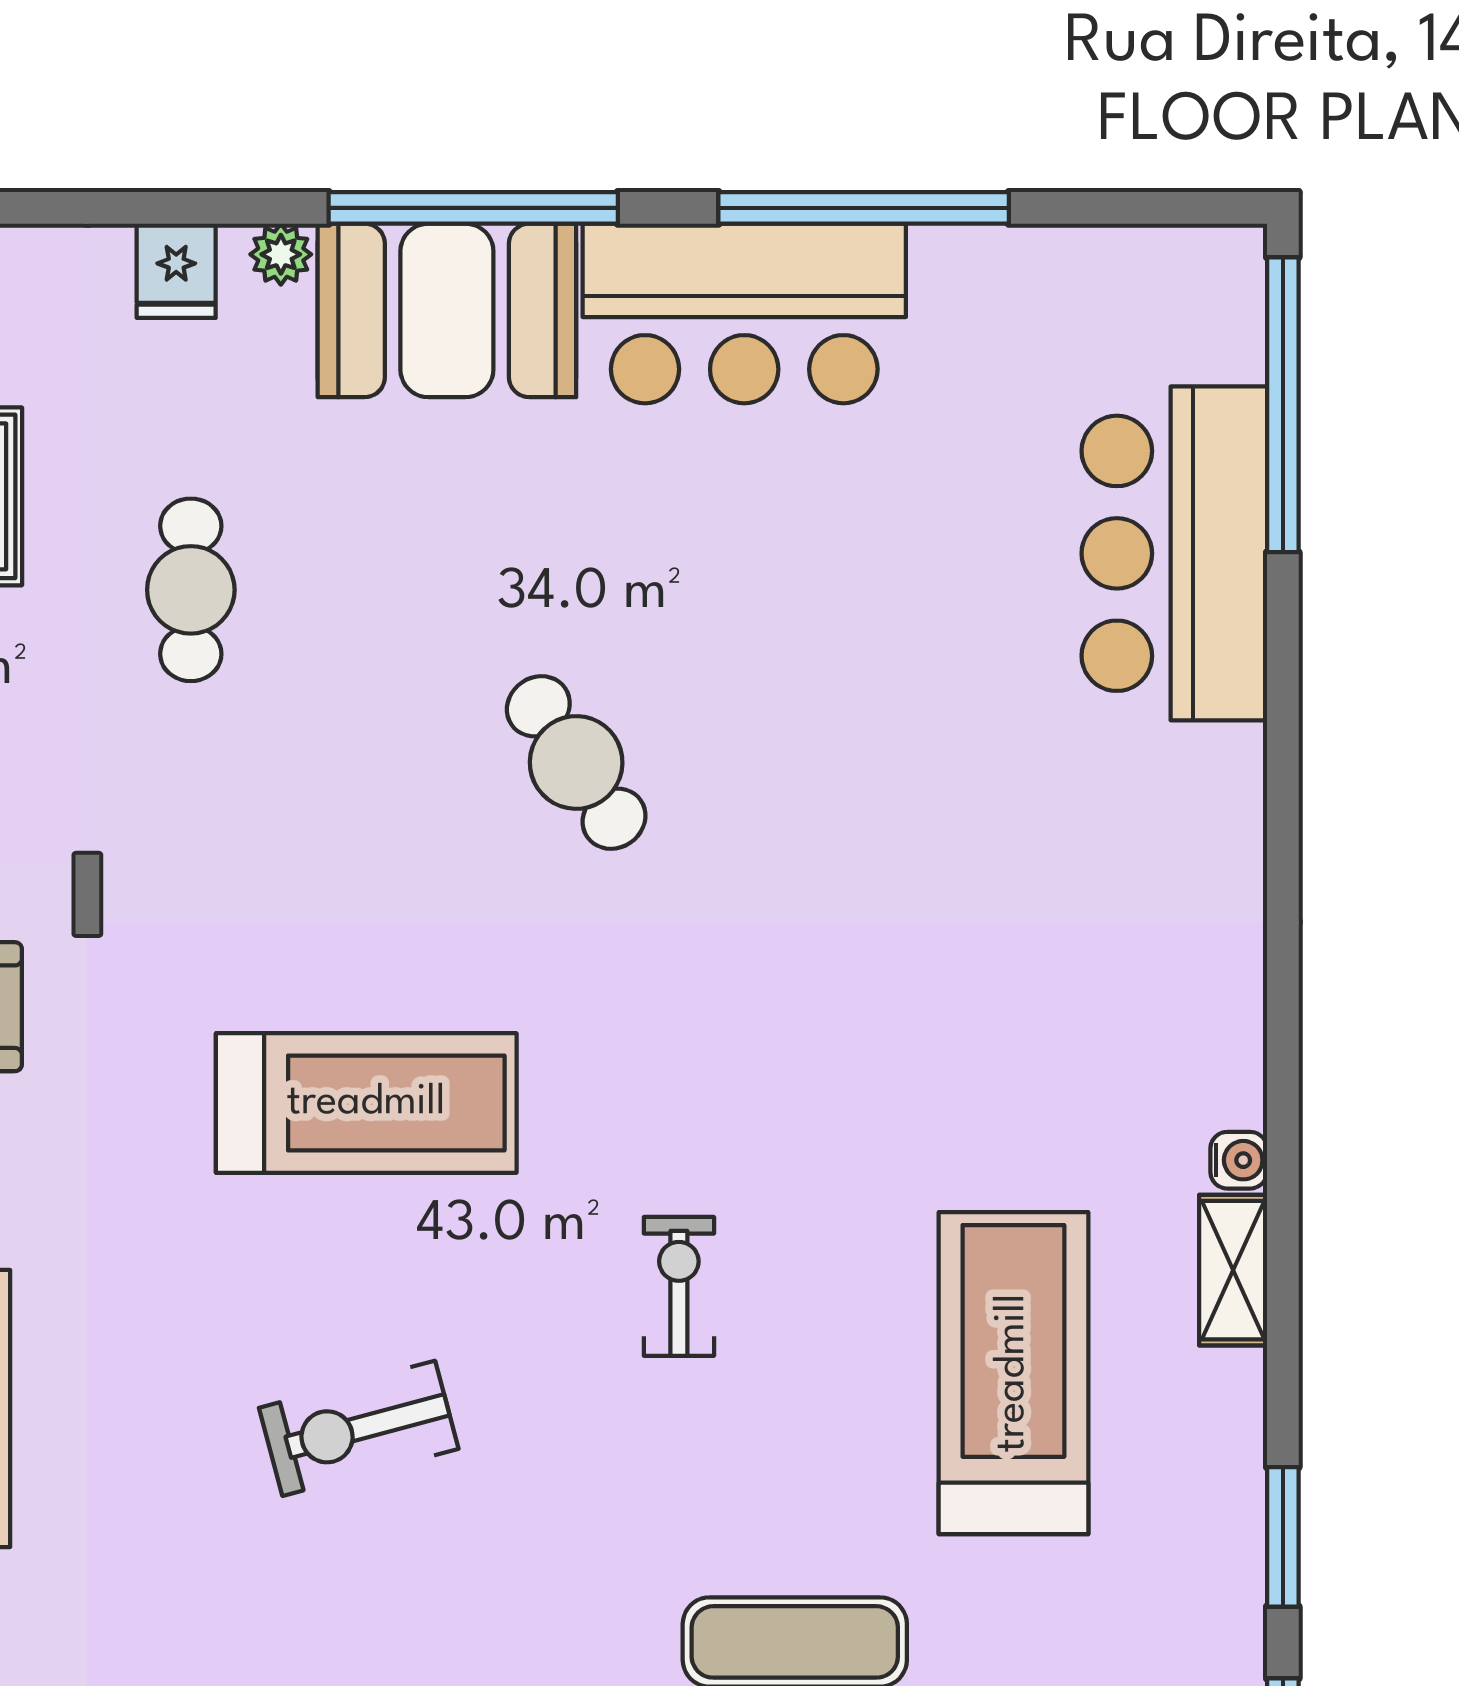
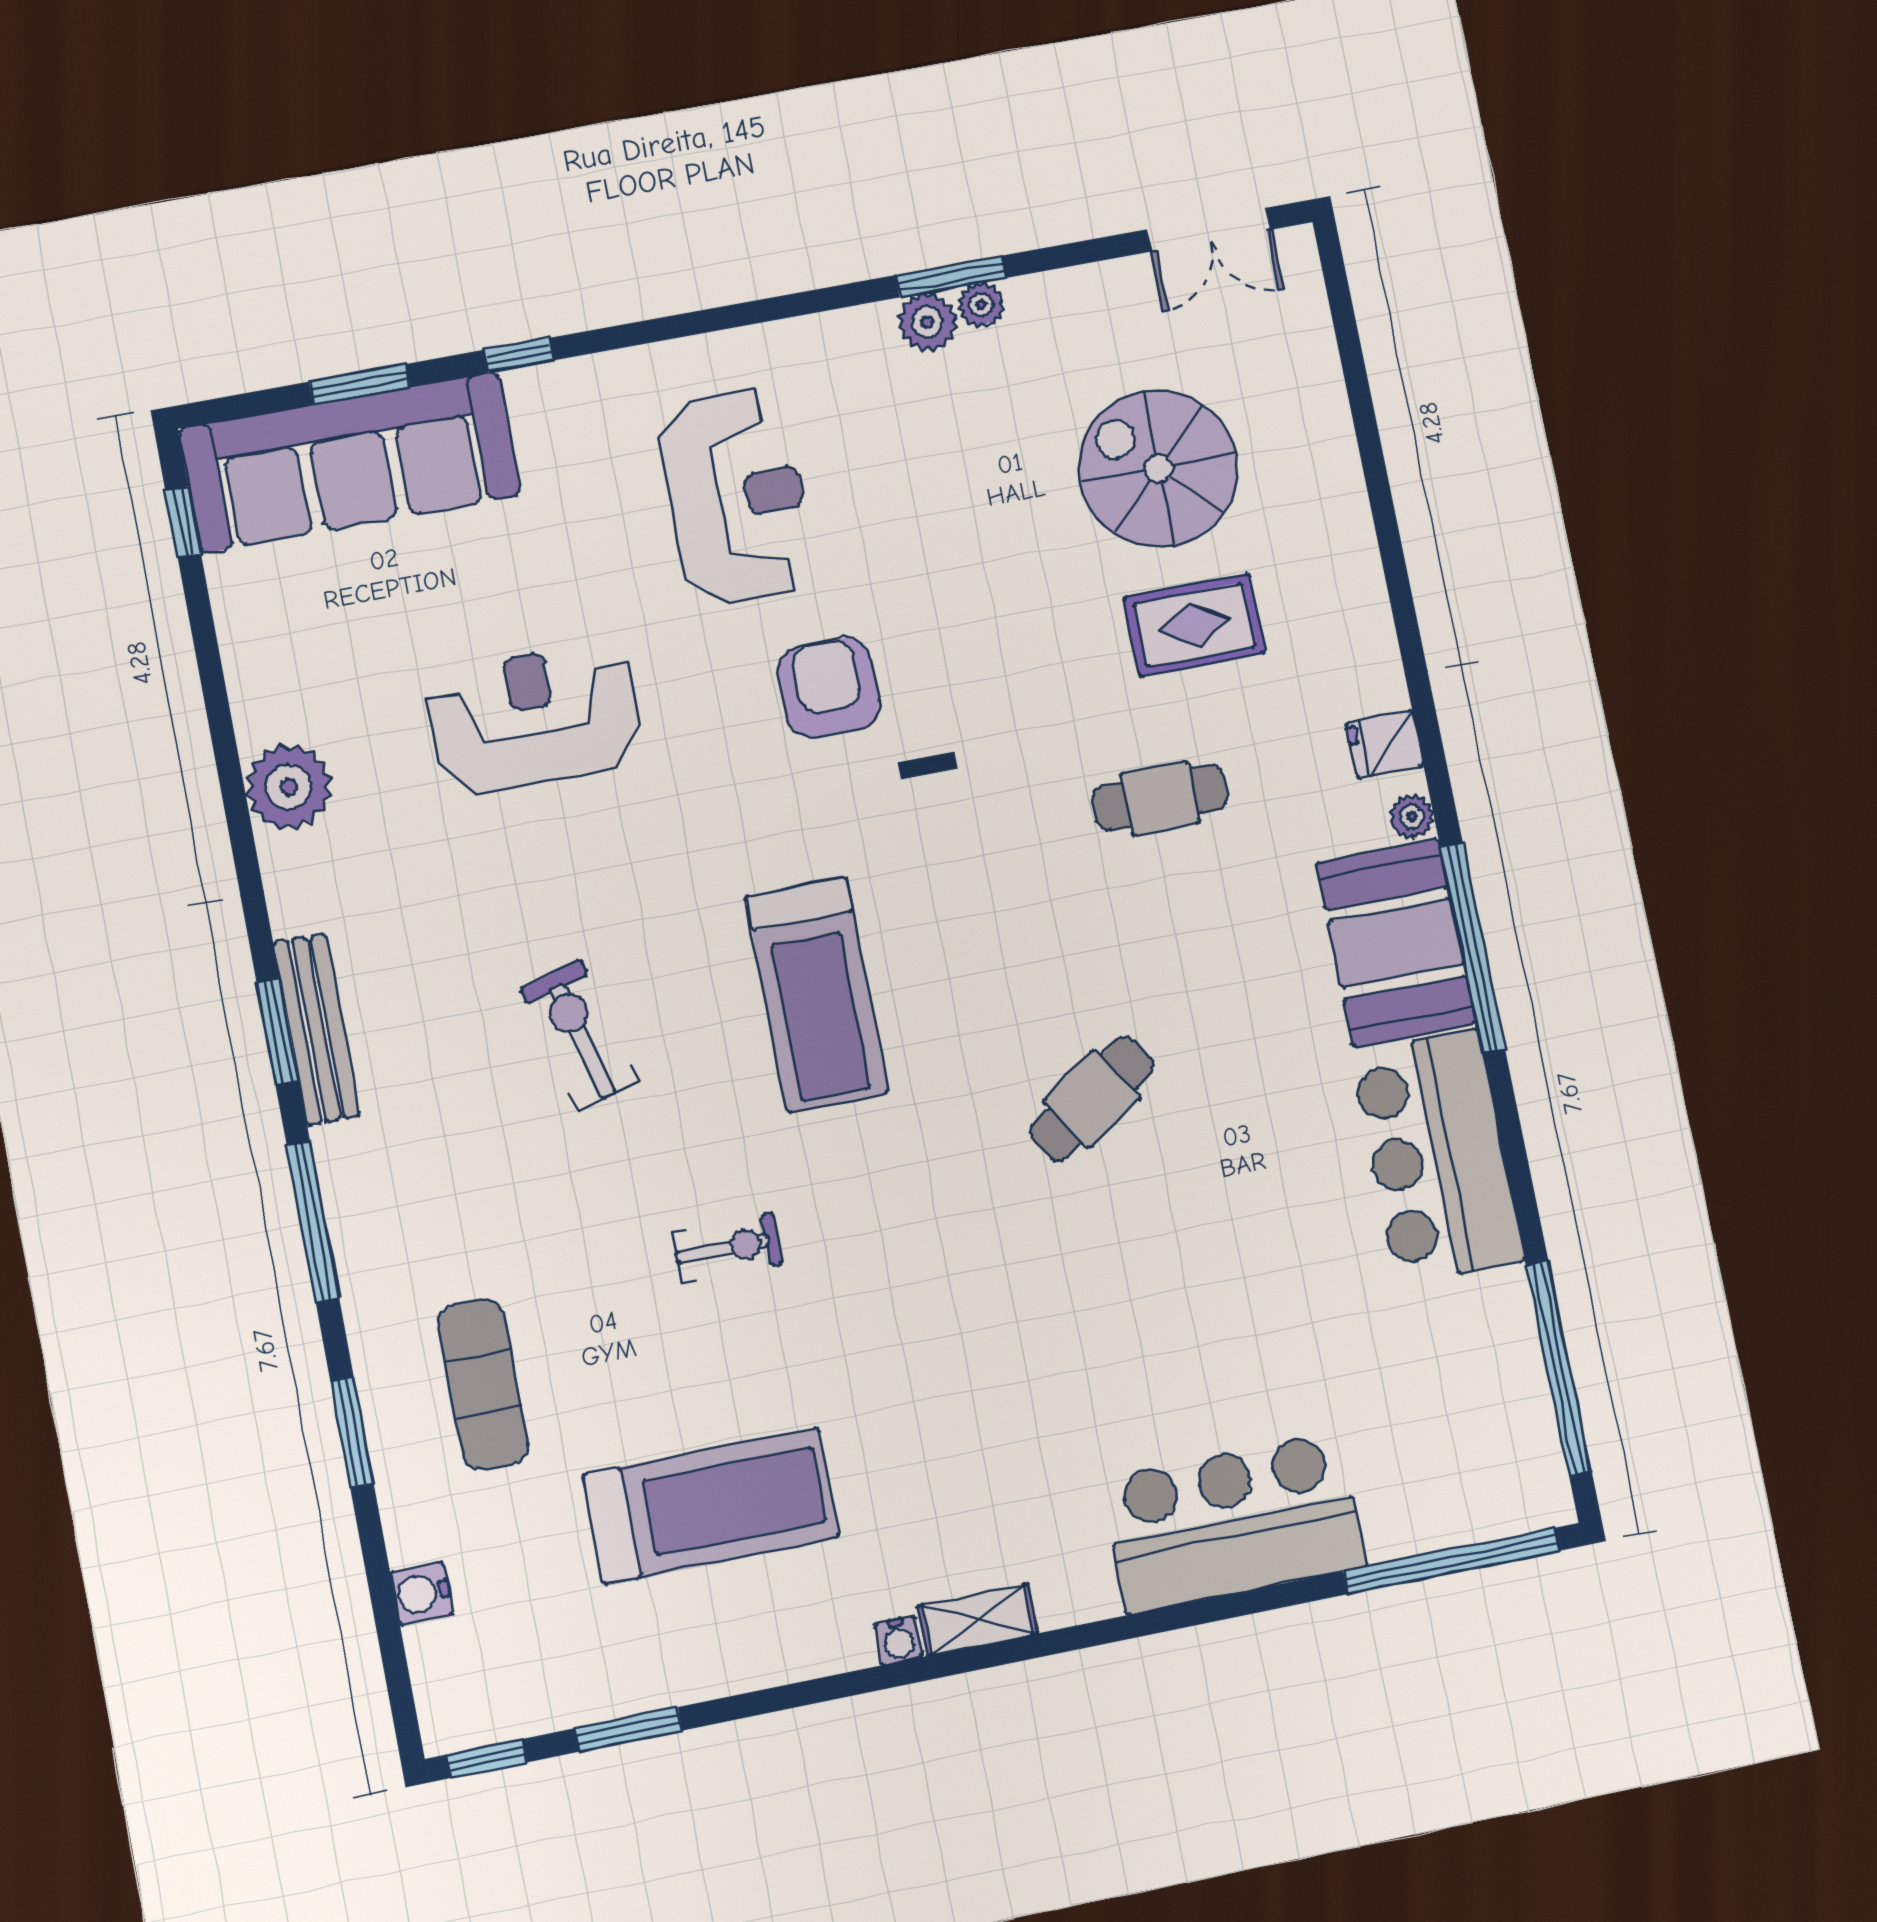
window: (864, 208) -> (1559, 1368), moved
bar counter: (1174, 553) -> (1233, 1523), moved
shelving: (1233, 1270) -> (978, 1620), moved

